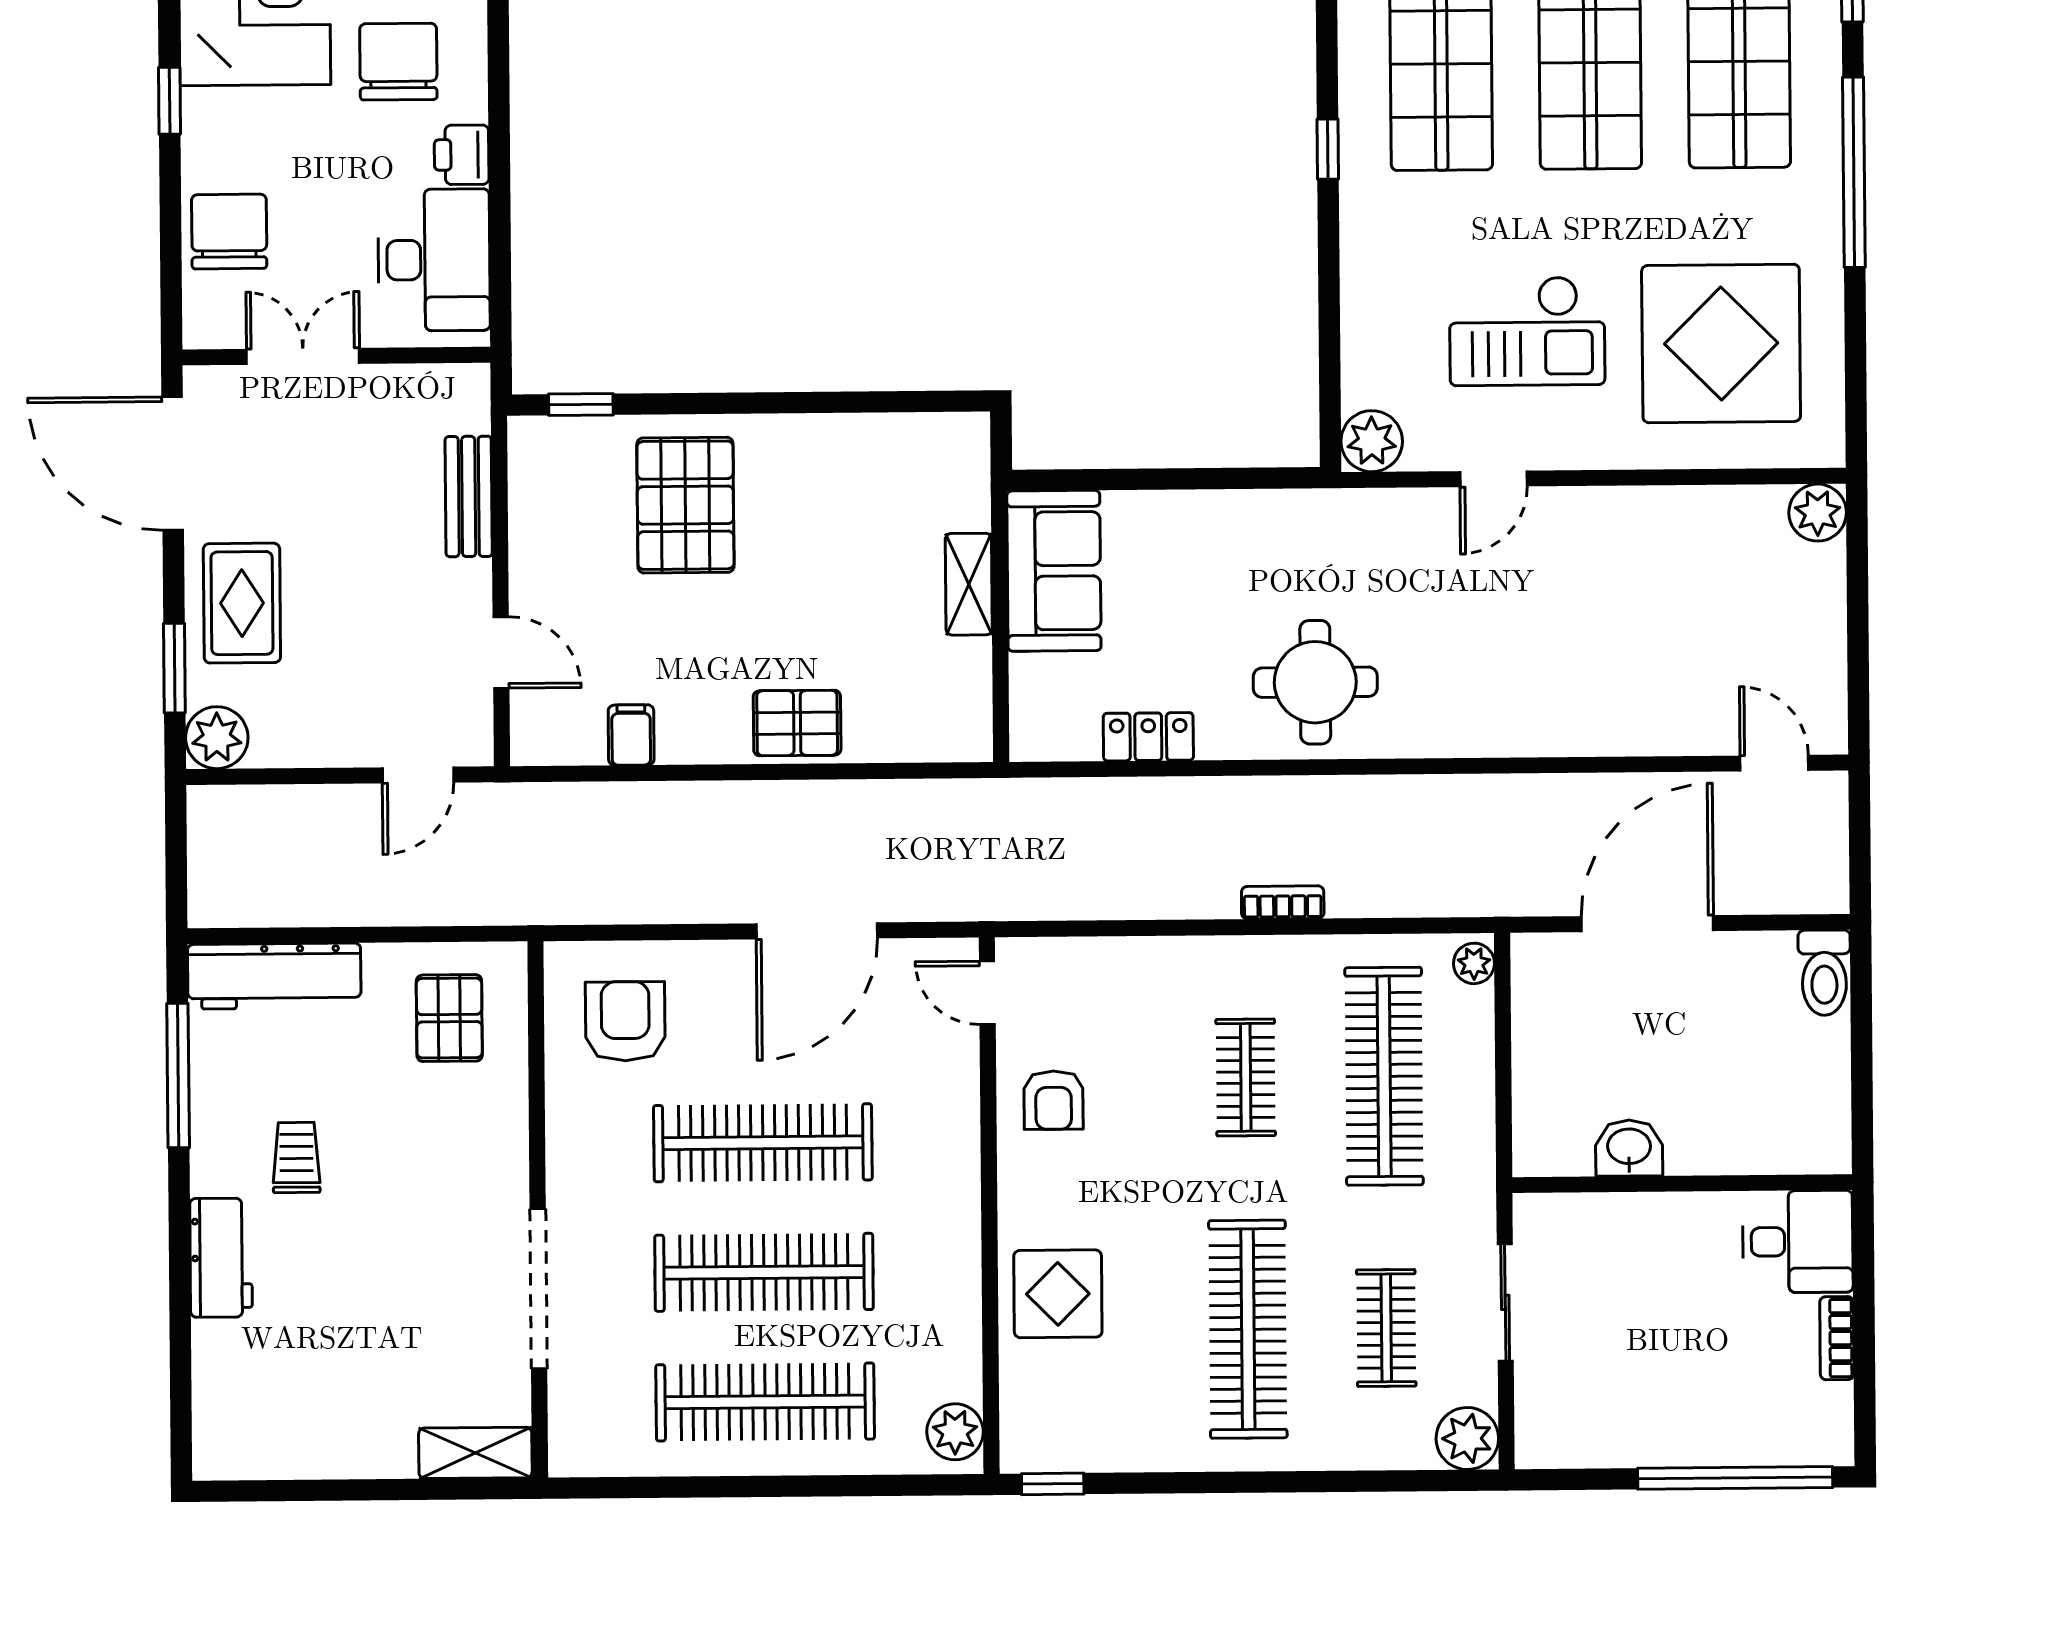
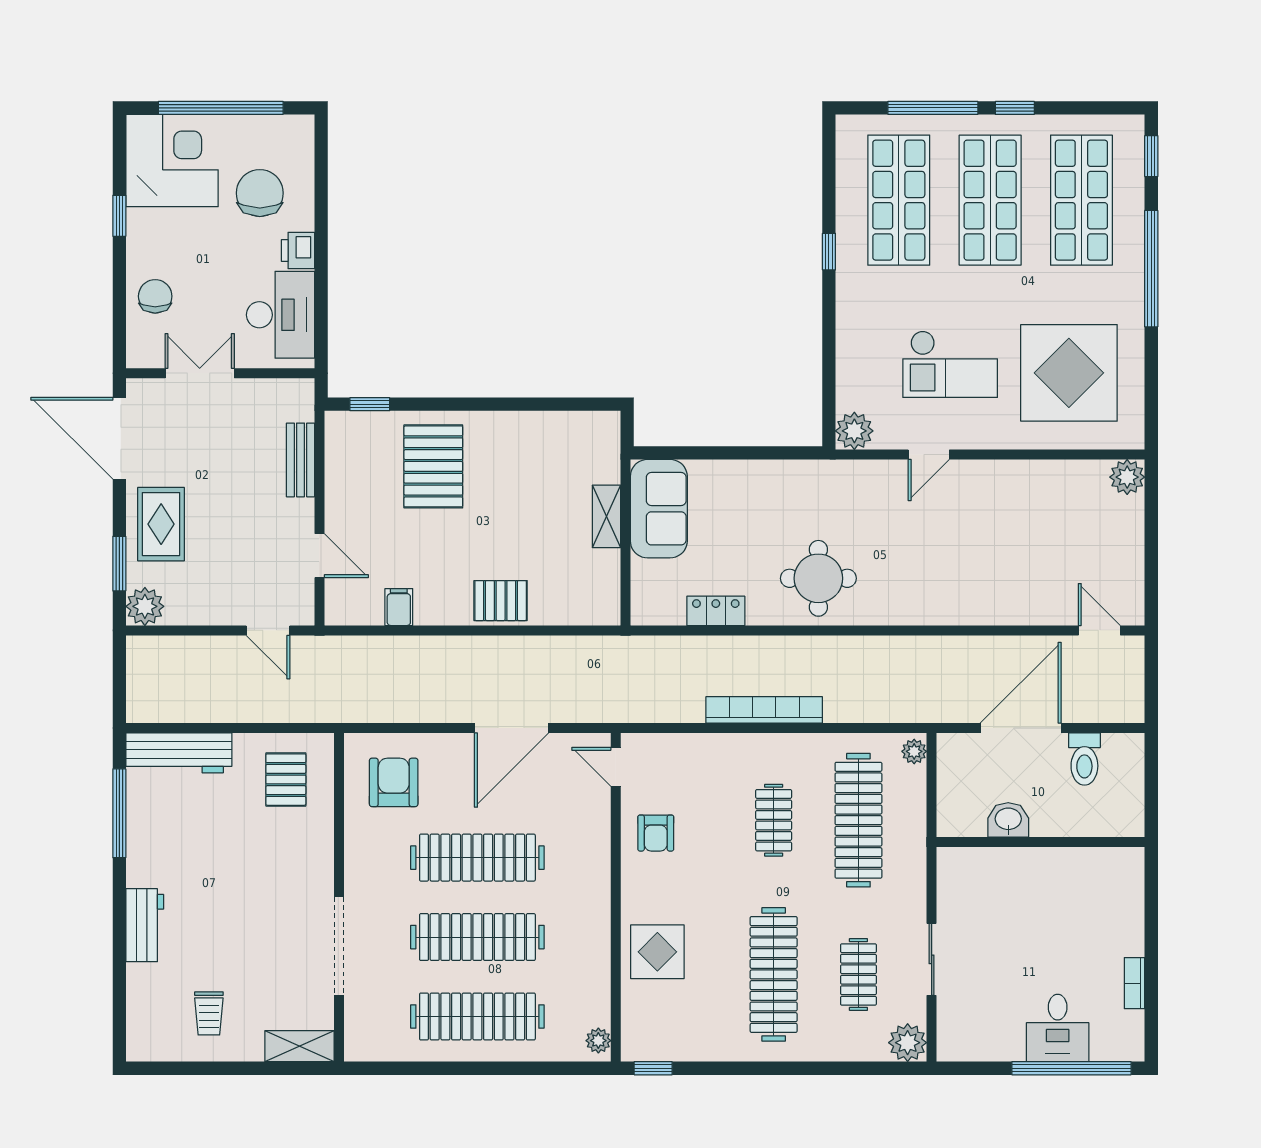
chair: (229, 232) -> (155, 296), width x0.73, depth x0.73
door: (418, 775) -> (268, 630), hinge flipped
bookcase: (1283, 902) -> (764, 710), width x2.31, depth x1.31
toilet: (1824, 973) -> (1084, 759), moved
washbasin: (1629, 1148) -> (1008, 820), moved
trolley: (296, 1157) -> (209, 1013), moved, turned 180
wall: (1682, 1184) -> (1041, 842), moved
desk: (1798, 1242) -> (1058, 1028), moved, turned 90
plant: (955, 1432) -> (598, 1041), width x0.73, depth x0.73

